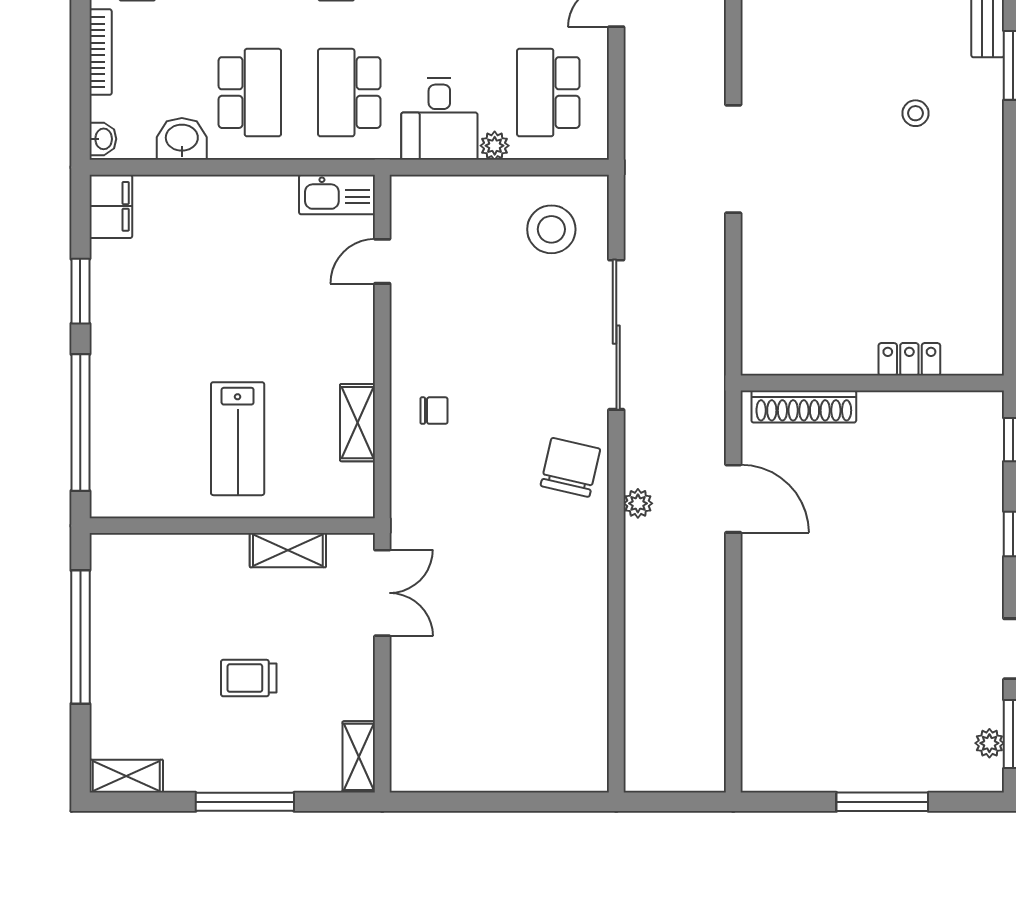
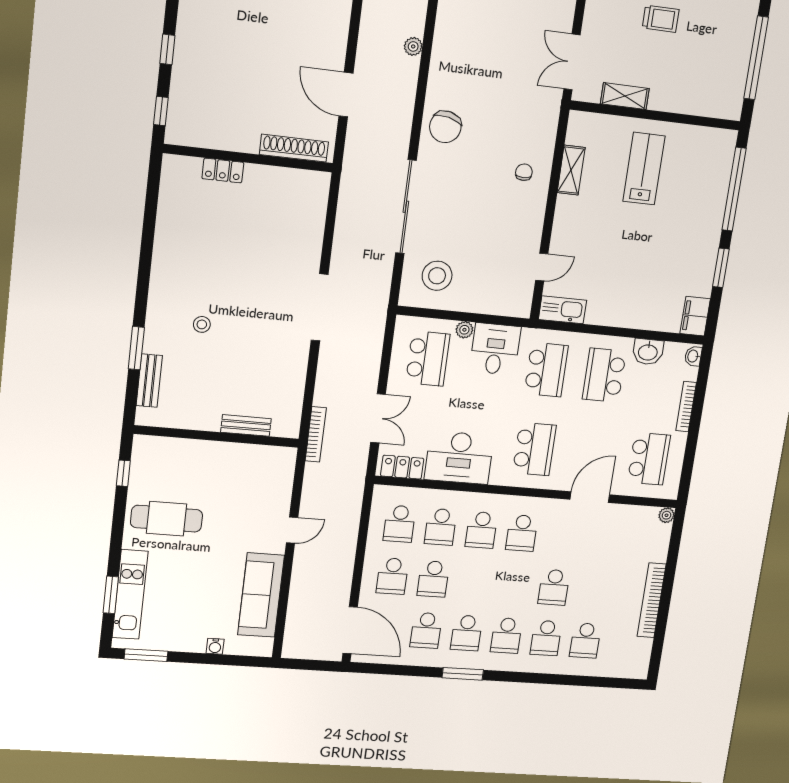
chair: (434, 411) -> (524, 172), turned 90
plant: (638, 503) -> (413, 46), moved

